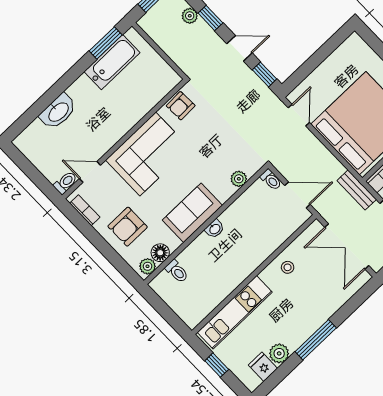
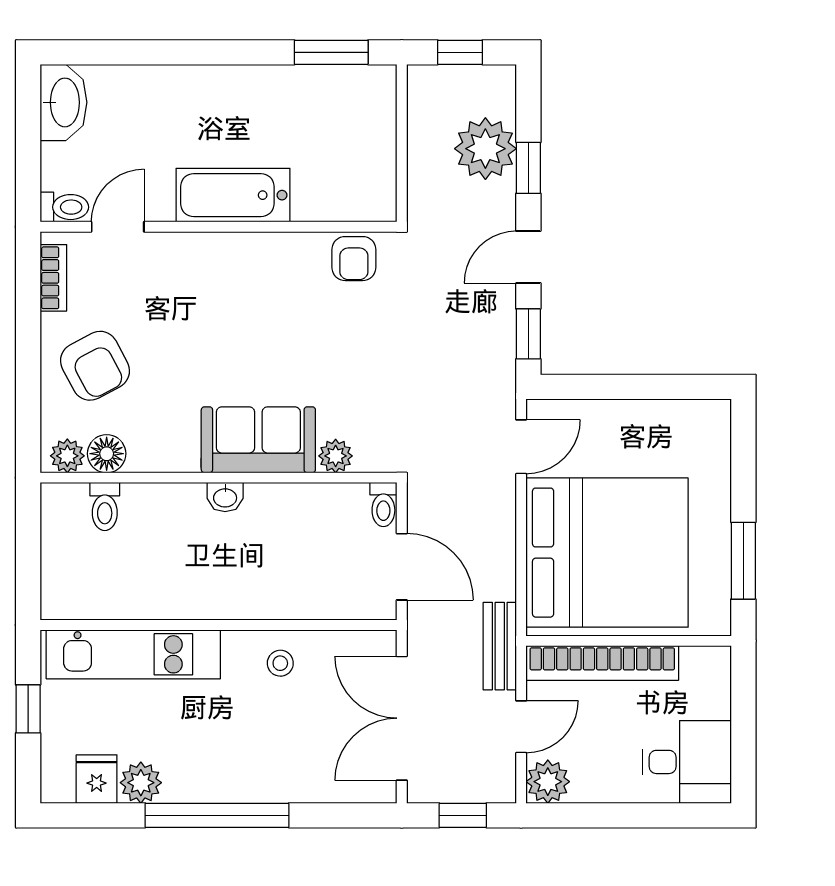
plant: (190, 16) -> (485, 149), width x1.88, depth x1.88
door: (239, 48) -> (528, 257), swing flipped
bathtub: (112, 62) -> (233, 195), moved, turned 180
armchair: (181, 106) -> (354, 259), turned -88
washbasin: (58, 112) -> (63, 102), moved, turned -90
corner sofa: (148, 154) -> (233, 284), removed
door: (90, 172) -> (118, 227), hinge flipped
sofa: (192, 213) -> (258, 440), moved
armchair: (128, 227) -> (95, 366), turned -118
window: (316, 340) -> (217, 815), width x1.46

